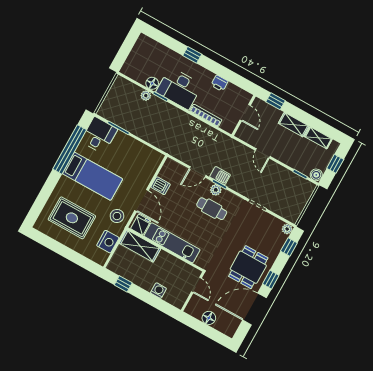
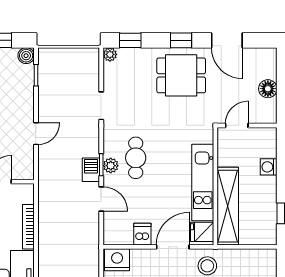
nightstand: (108, 242) -> (117, 260), moved
shelving: (140, 246) -> (228, 206), width x1.47
door: (254, 309) -> (227, 40), width x0.73

